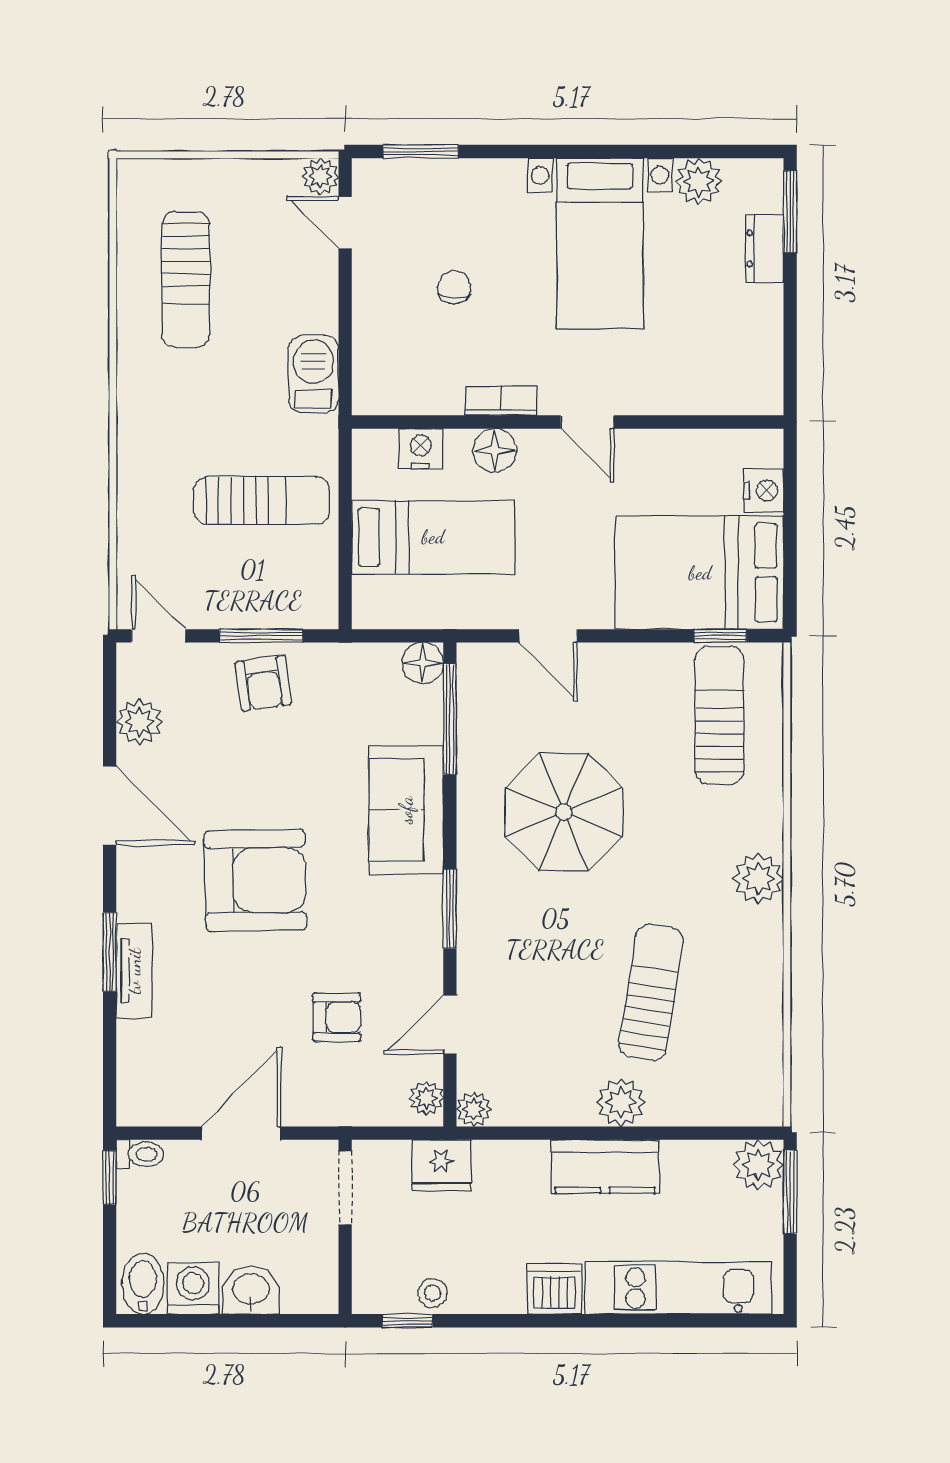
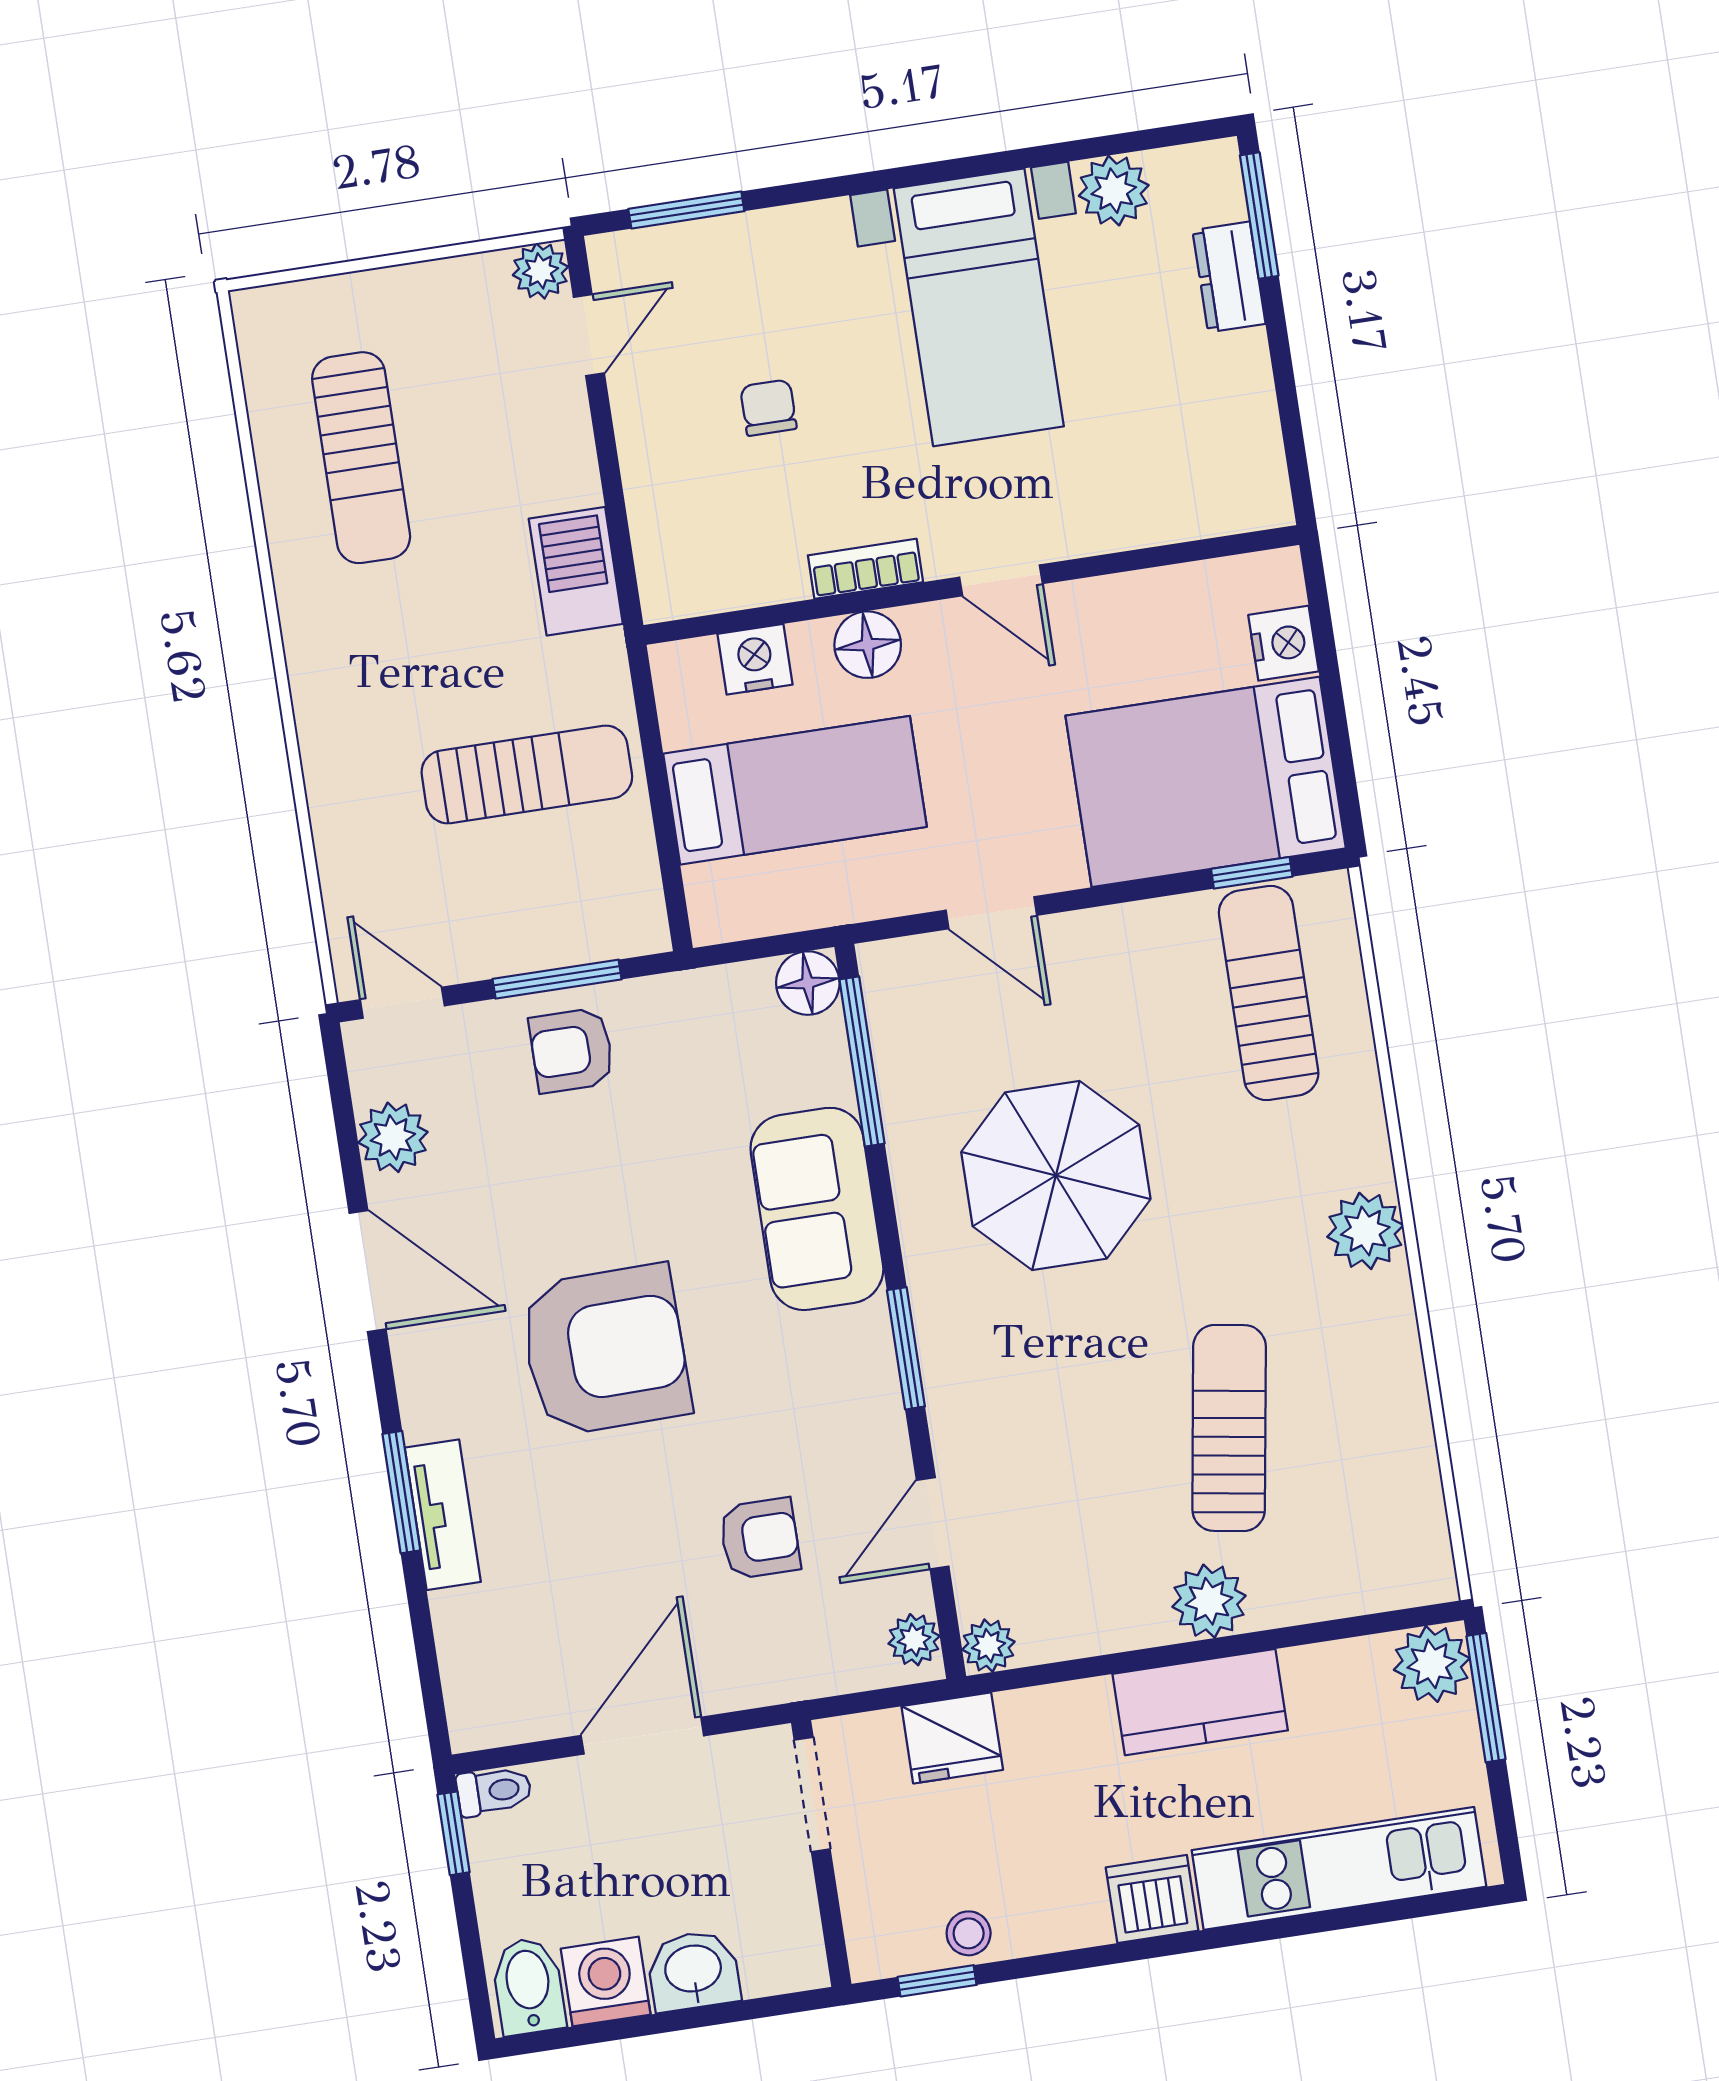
door: (345, 223) -> (589, 335), swing flipped
armchair: (263, 683) -> (572, 1050), turned 98

